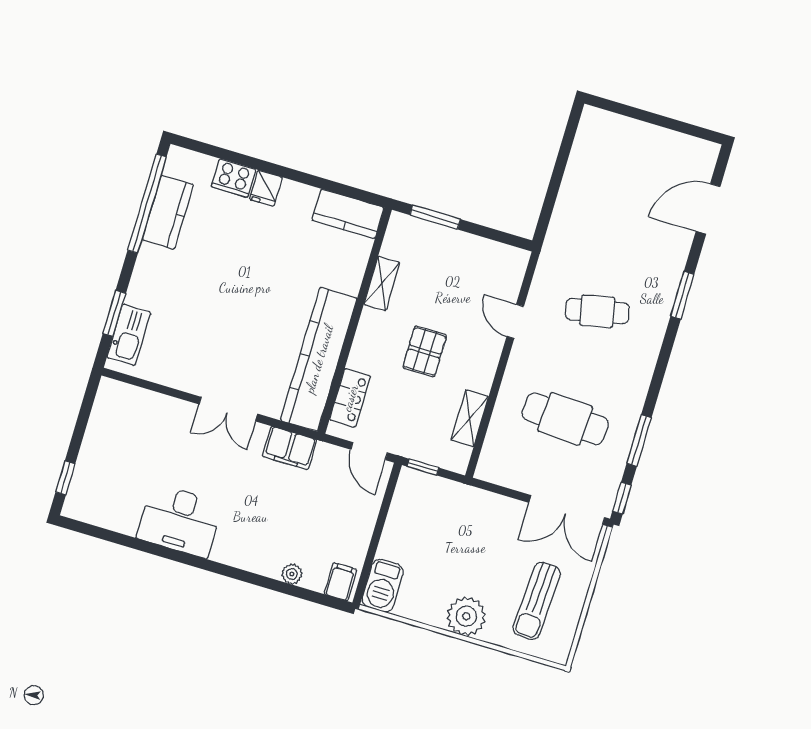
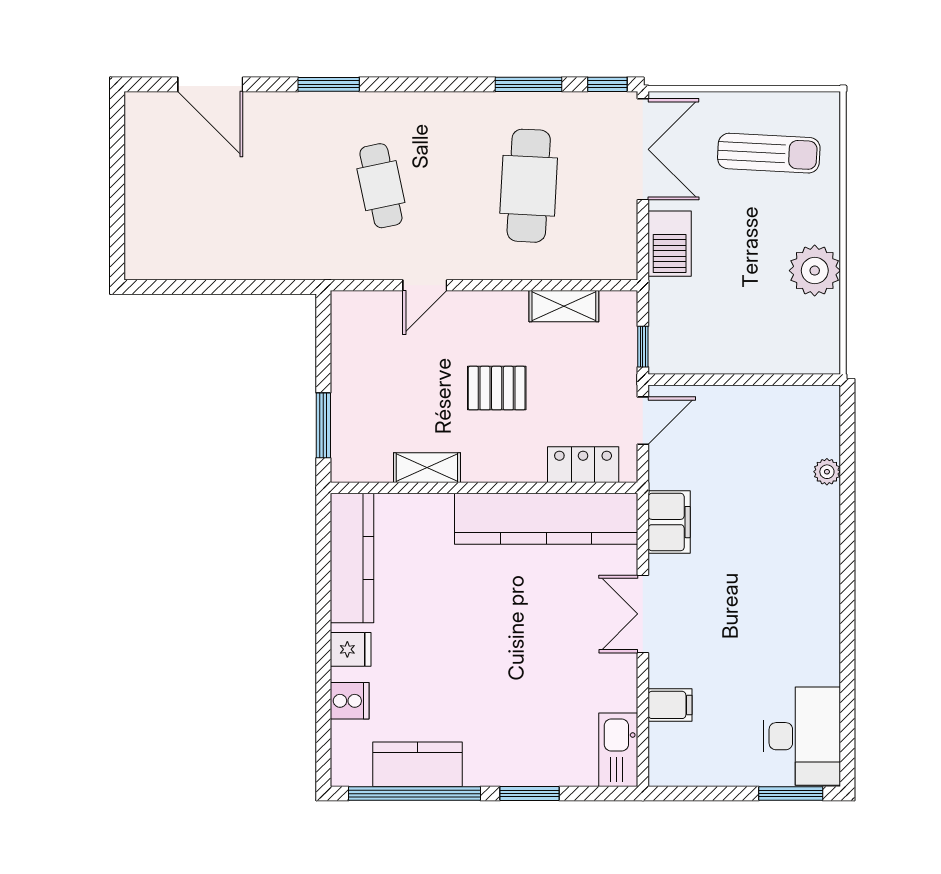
cooker: (234, 178) -> (350, 701), width x0.73
kitchen counter: (348, 214) -> (352, 558), width x1.50
window: (114, 313) -> (530, 794), moved
kitchen sink: (129, 335) -> (618, 750), moved, turned -90
double door: (228, 409) -> (643, 614), swing flipped
window: (65, 478) -> (791, 794), width x1.50
desk: (180, 520) -> (802, 736), moved
filing cabinet: (340, 582) -> (670, 705), moved, turned 180
barbecue: (383, 586) -> (670, 244), moved, turned 90
plant: (466, 616) -> (815, 271), moved

